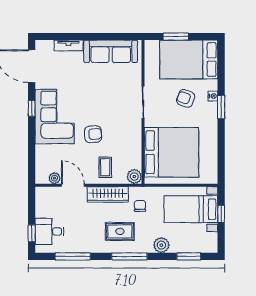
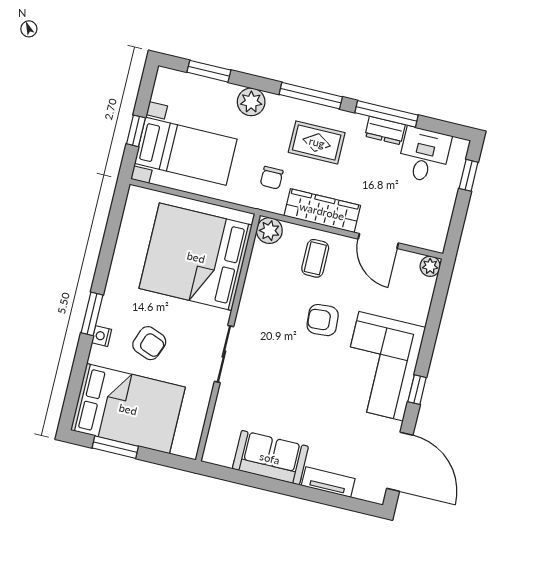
window: (176, 37) -> (115, 447), moved
sofa: (111, 51) -> (270, 458), width x0.73
plant: (55, 178) -> (430, 266), moved
desk: (49, 231) -> (424, 155), moved, turned -90
dresser: (84, 247) -> (385, 130), added
window: (73, 256) -> (386, 114), moved

